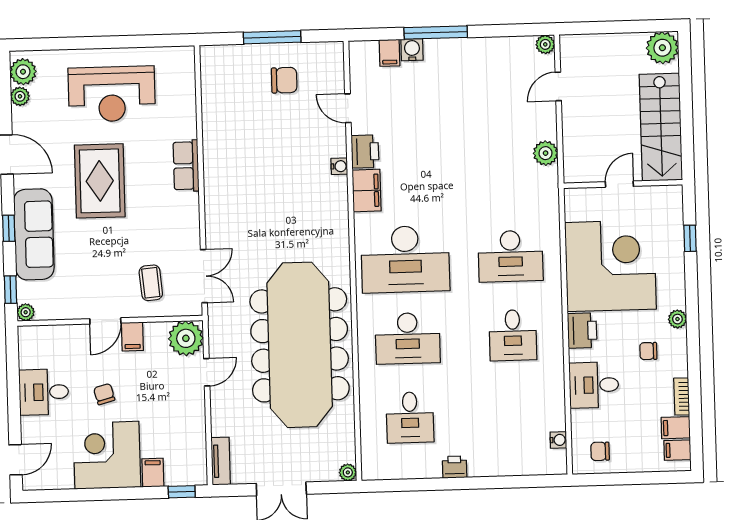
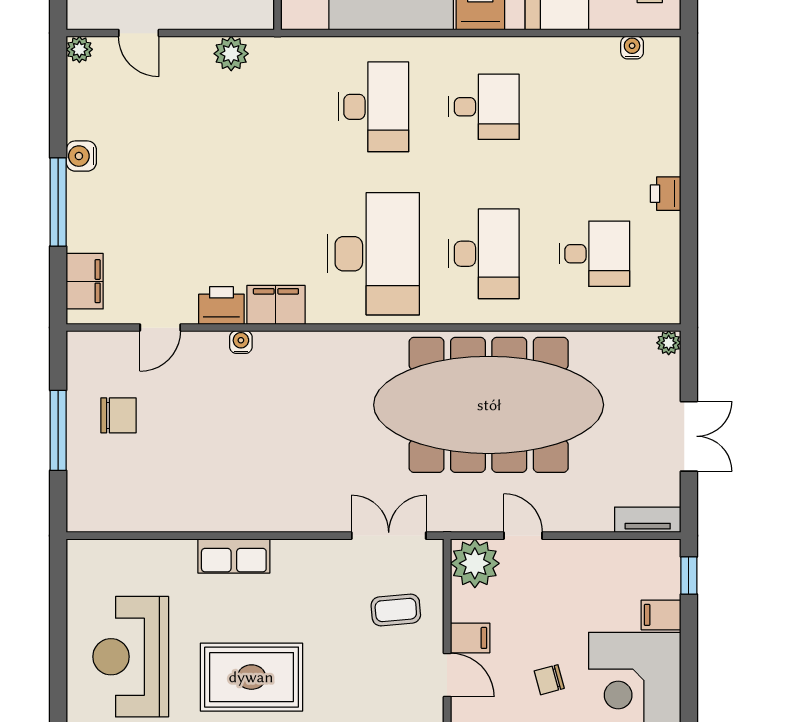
water cooler: (412, 50) -> (81, 156), moved
filing cabinet: (389, 53) -> (85, 281), width x2.00
chair: (284, 80) -> (119, 415), turned 90
reception desk: (112, 94) -> (131, 657), turned 180

